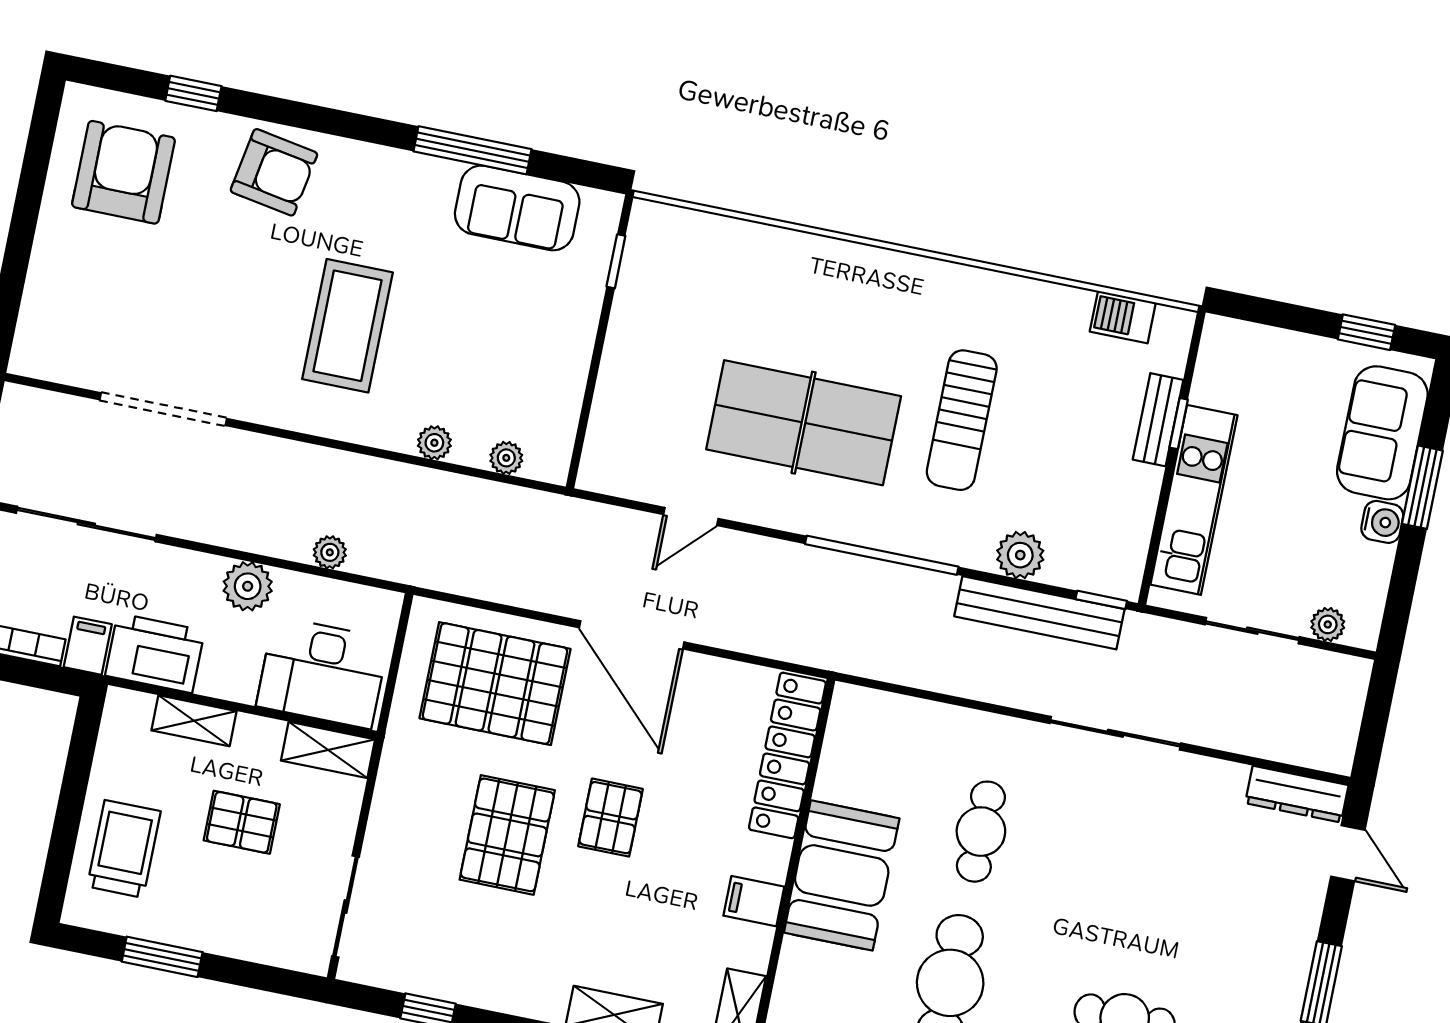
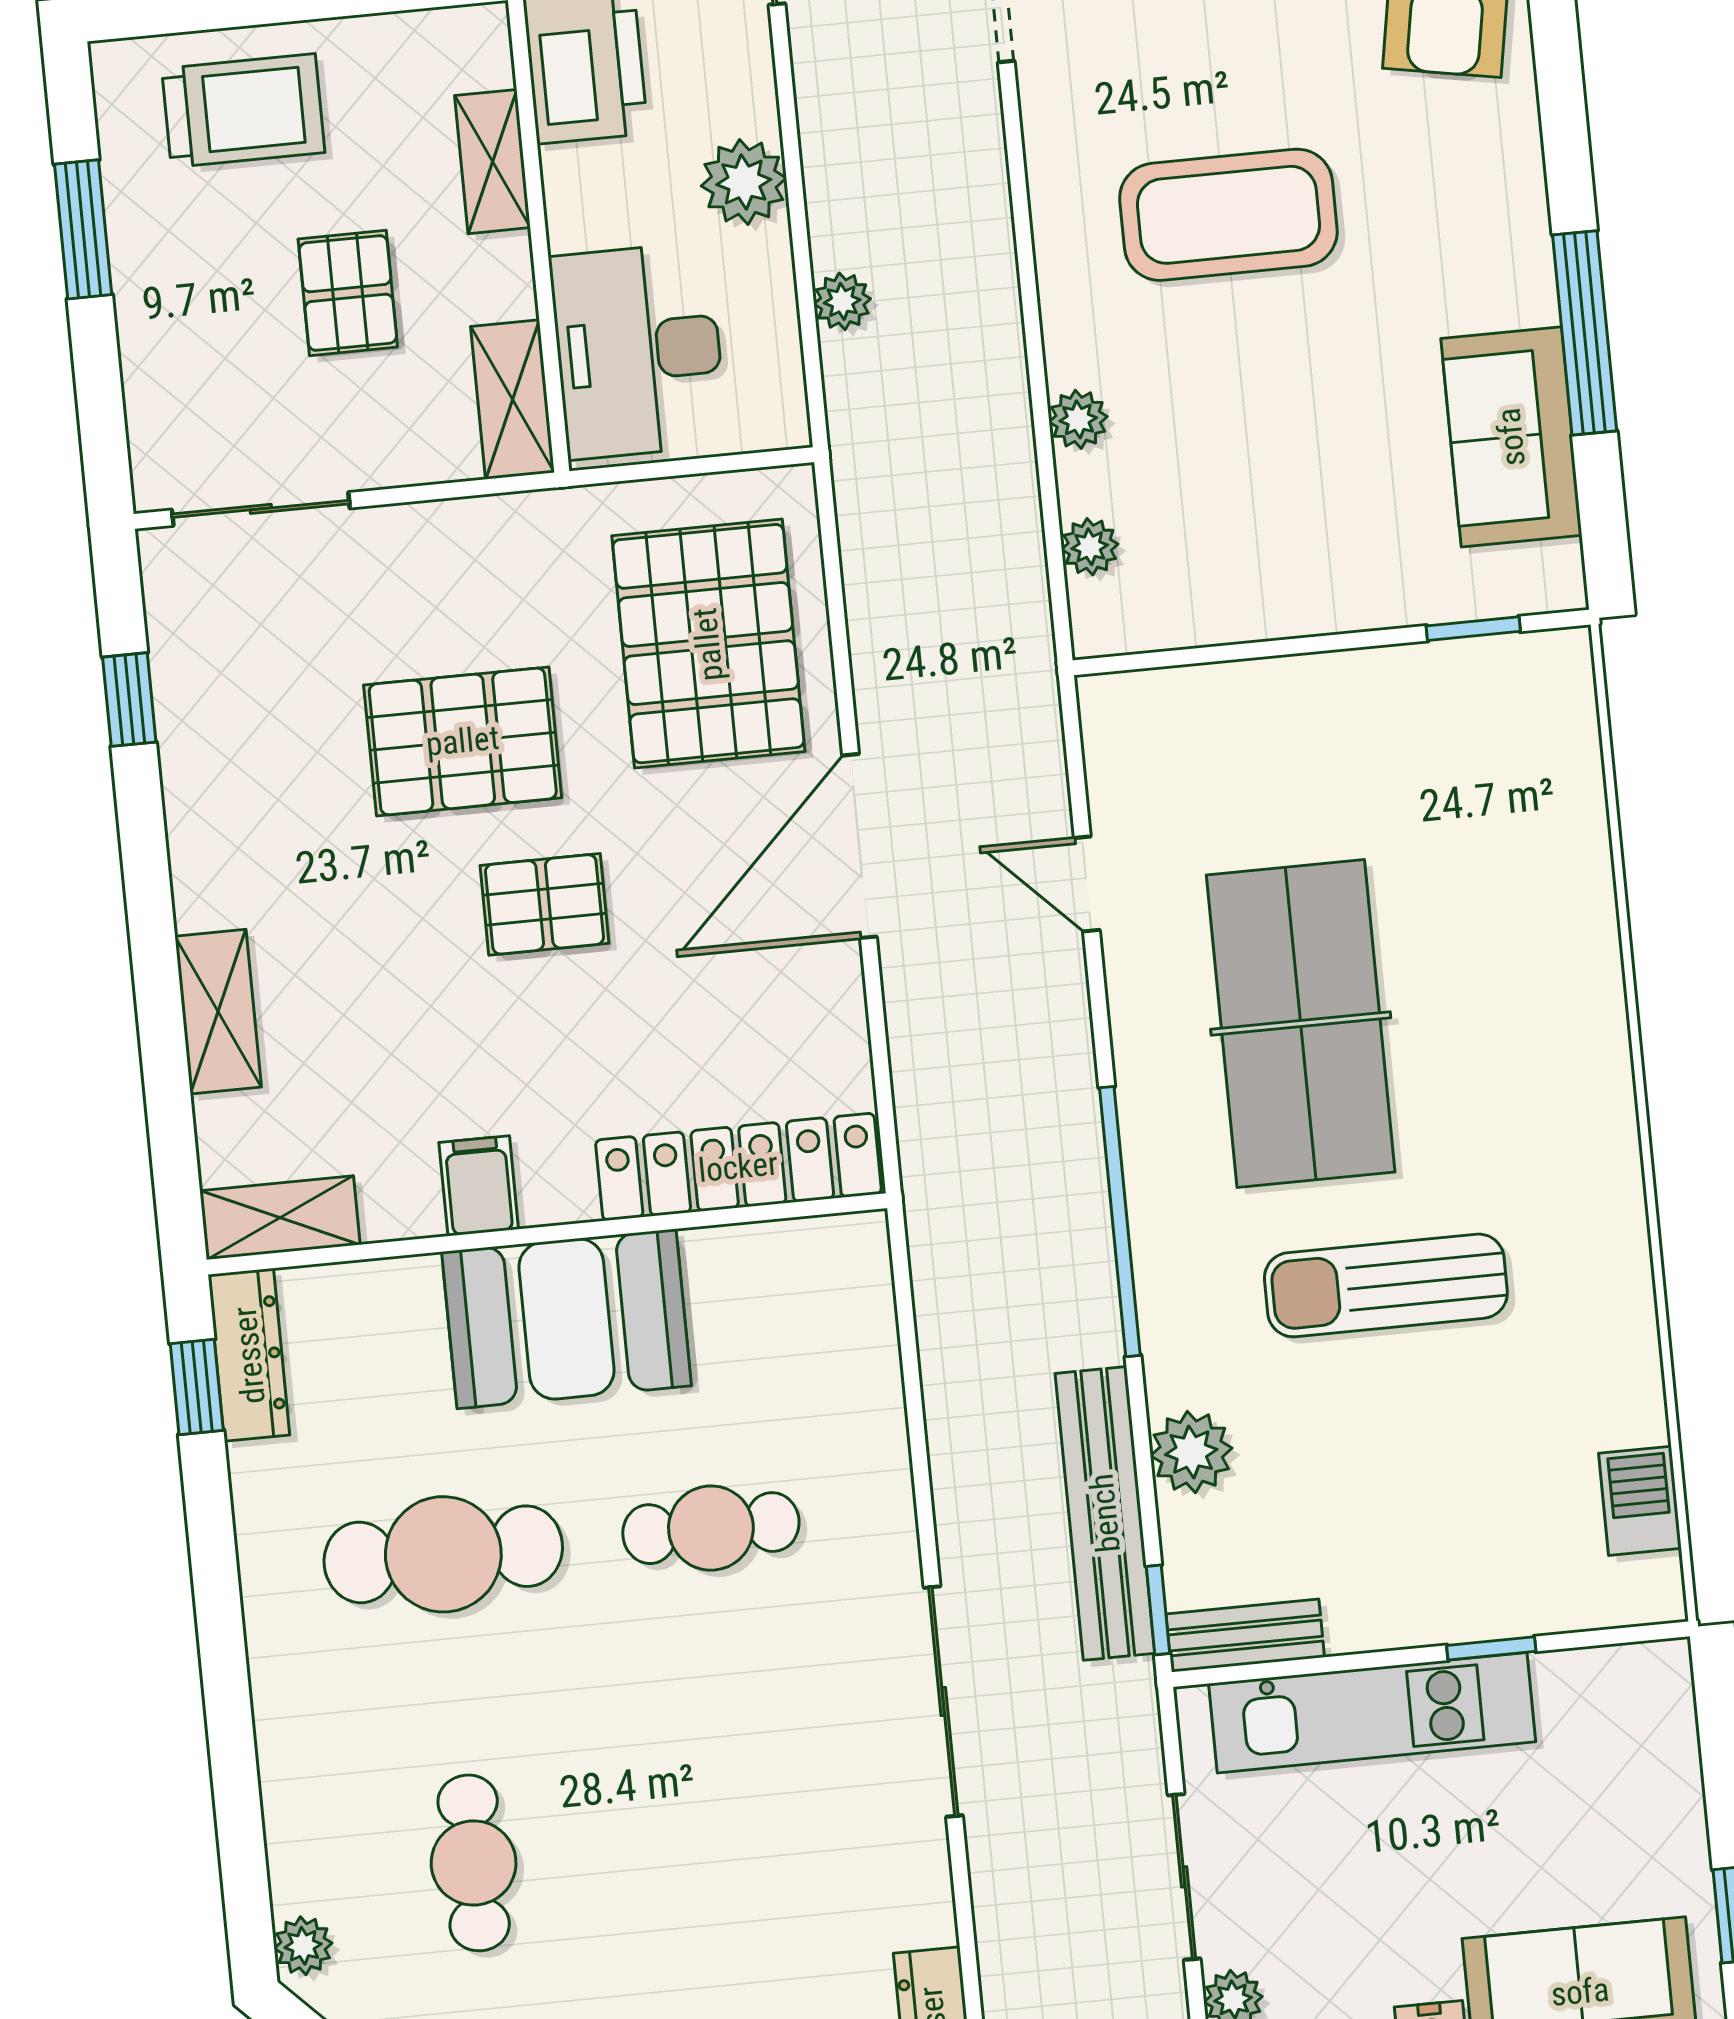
bench: (1158, 420) -> (1245, 1636), moved

